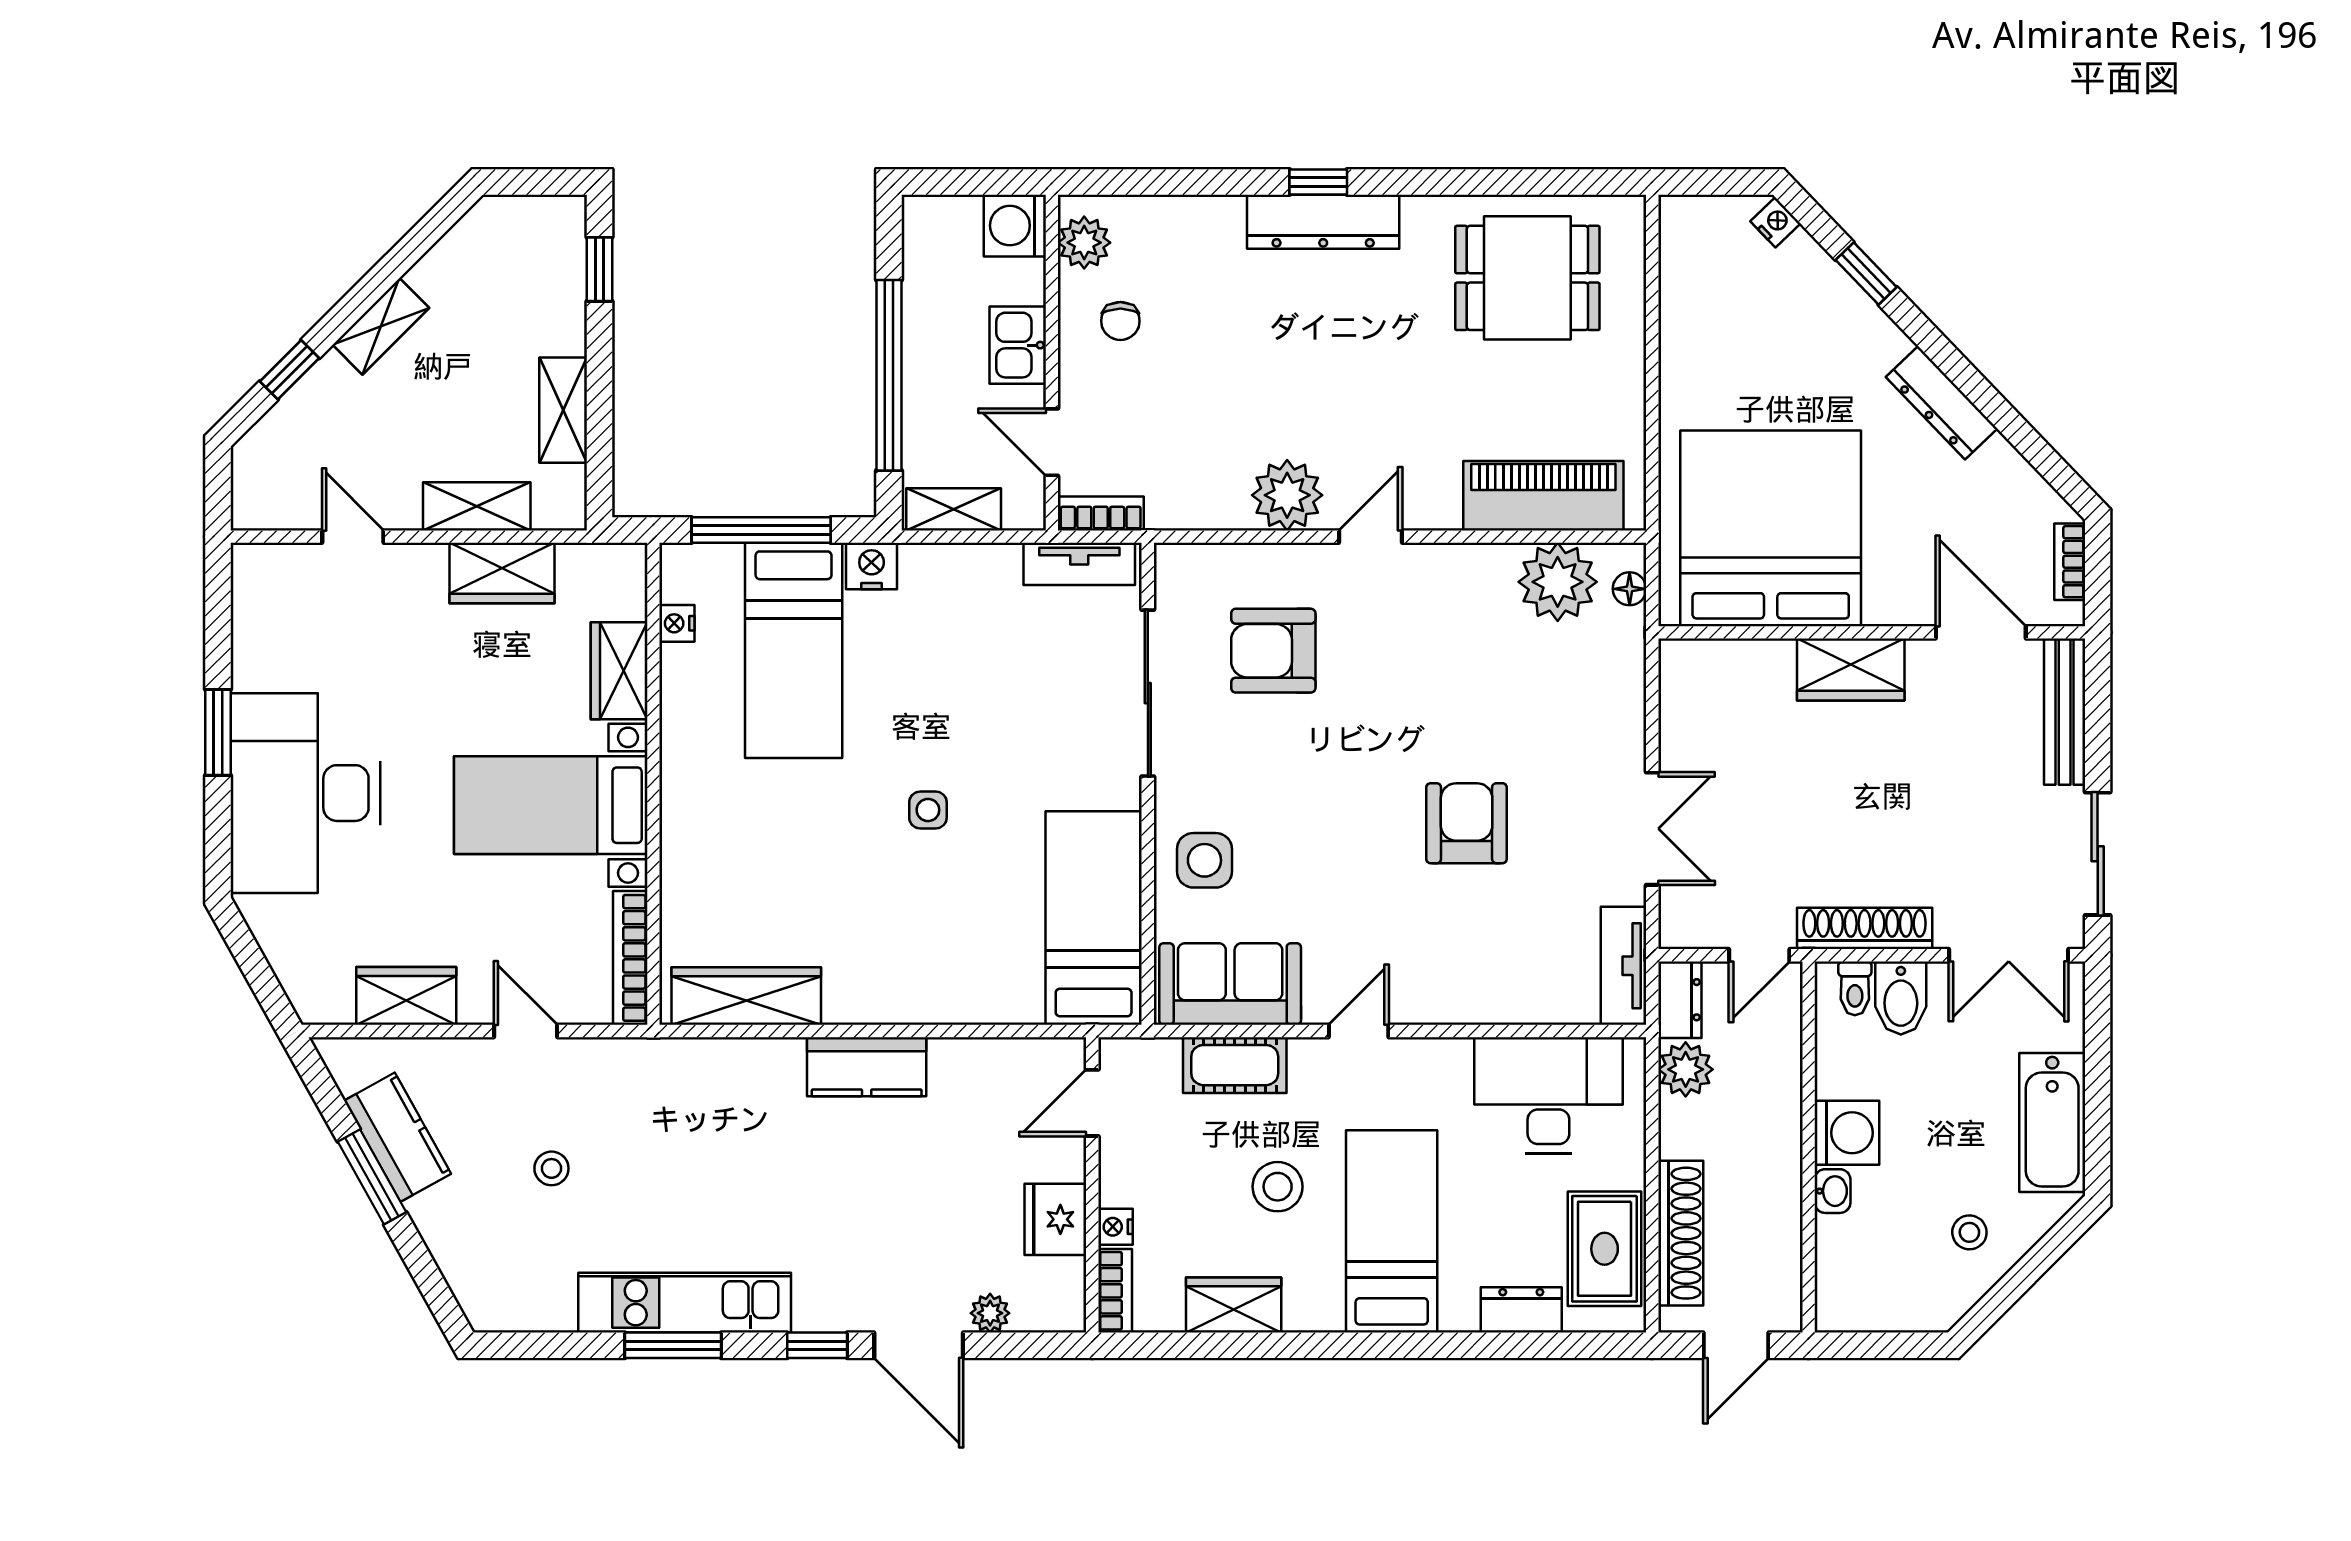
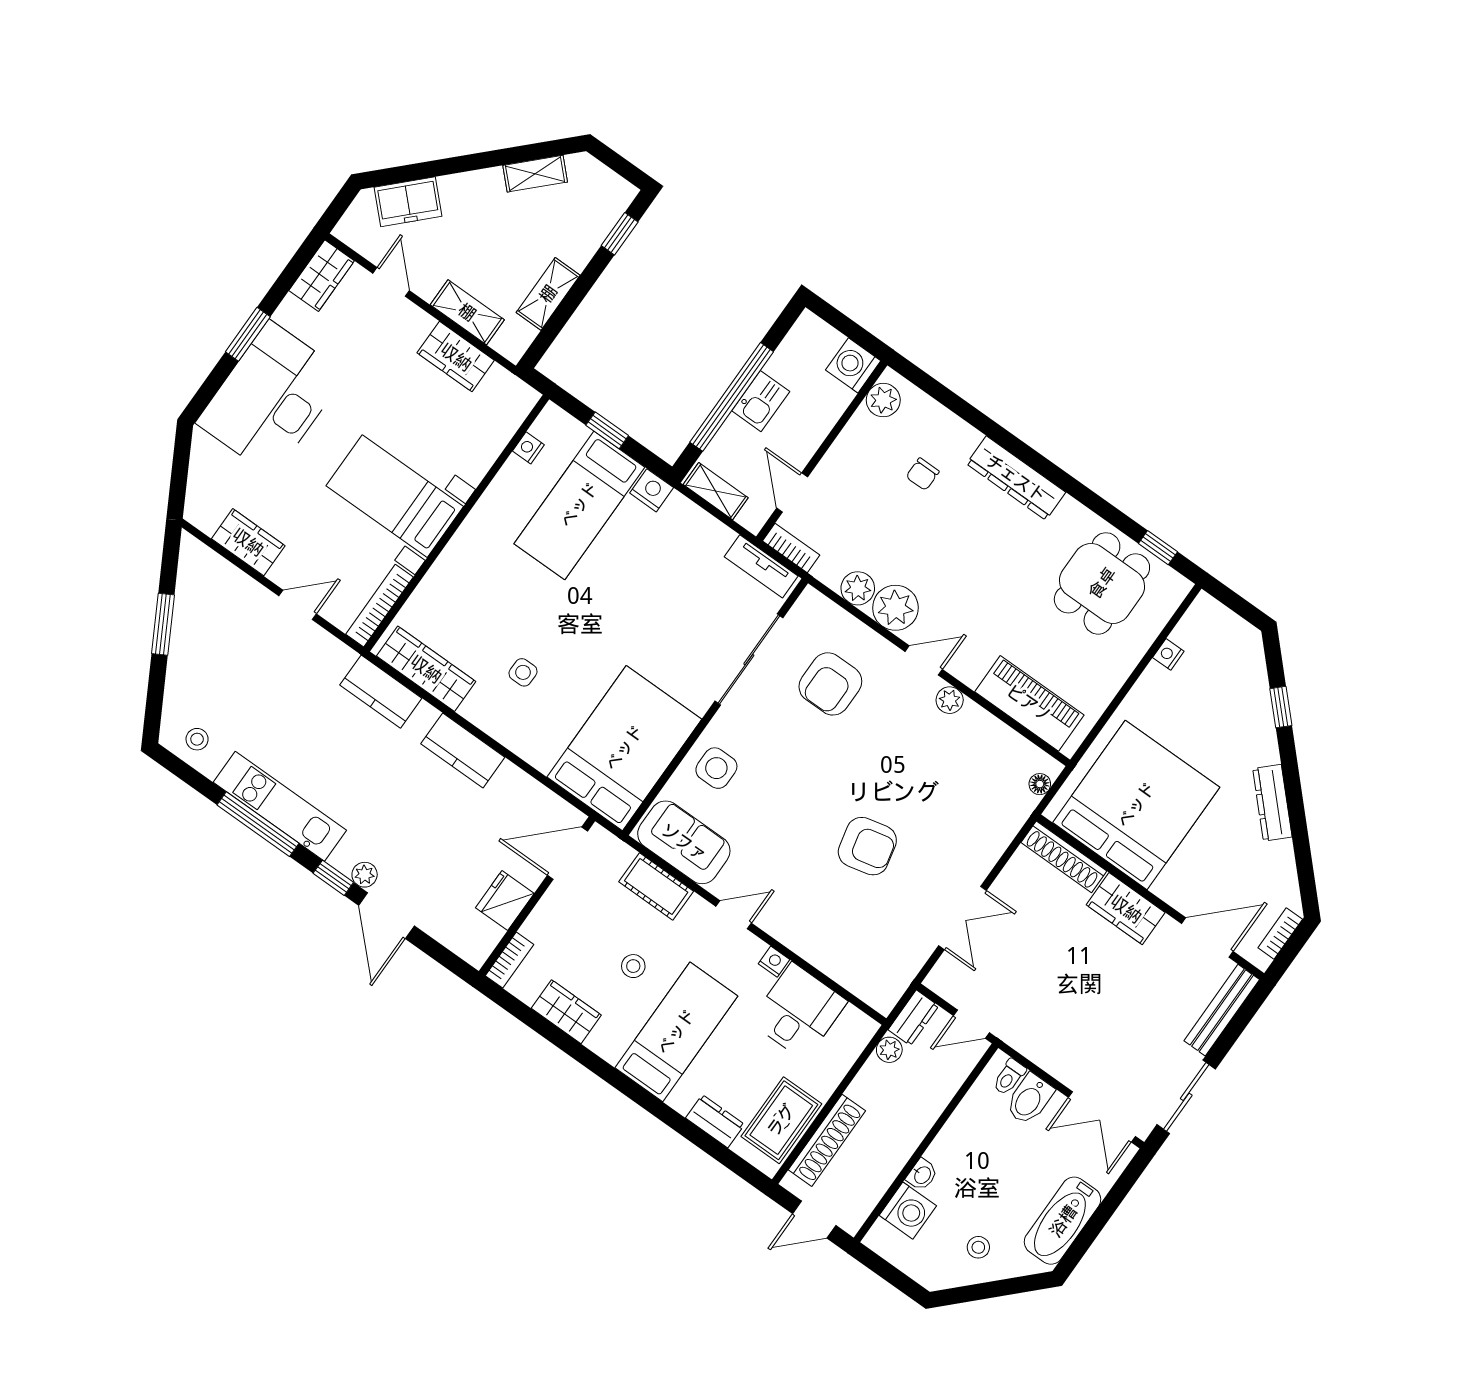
window: (1318, 182) -> (1158, 548), moved
nightstand: (1775, 222) -> (1168, 654), moved, turned -136
dining table: (1527, 278) -> (1102, 583), turned 90
chair: (1120, 321) -> (923, 474), moved
shelving: (381, 326) -> (535, 174), moved
kitchen sink: (1018, 345) -> (761, 401), moved, turned 180
window: (290, 370) -> (420, 171), removed
freezer: (302, 420) -> (408, 202), added
plant: (1222, 504) -> (858, 588), added
window: (761, 530) -> (607, 430), width x0.46
plant: (1558, 582) -> (950, 700), moved, width x0.53, depth x0.53
door: (1981, 632) -> (1207, 938), hinge flipped
armchair: (1273, 651) -> (830, 684), turned -90
wardrobe: (619, 671) -> (322, 276), moved, turned 180
side table: (928, 810) -> (523, 672), moved
armchair: (1467, 823) -> (867, 846), turned 77
bed: (1094, 918) -> (624, 748), width x1.50
shoe rack: (1865, 928) -> (1064, 857), moved, turned 180
tv unit: (1624, 966) -> (897, 979), removed
door: (526, 1031) -> (298, 605), hinge flipped
plant: (1686, 1069) -> (889, 1050), width x0.73, depth x0.73
desk: (1548, 1095) -> (798, 1011), width x0.73
door: (1092, 1103) -> (567, 853), width x1.38
washing machine: (1847, 1133) -> (908, 1211), moved
kitchen counter: (397, 1137) -> (381, 692), moved, turned 119
stool: (551, 1168) -> (197, 739), moved
stool: (1278, 1187) -> (633, 966), width x0.73, depth x0.73
nightstand: (1115, 1227) -> (774, 962), moved, turned 90
plant: (990, 1313) -> (365, 875), moved
window: (673, 1345) -> (258, 824), width x1.44

